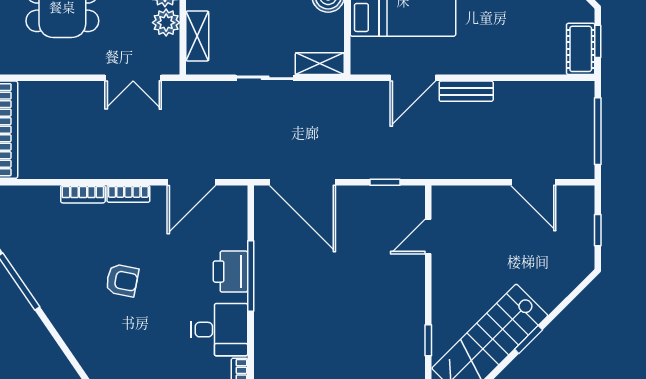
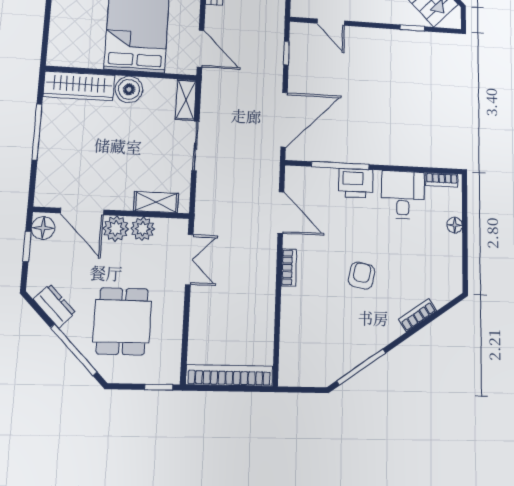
door: (413, 78) -> (201, 49), moved
bookcase: (83, 194) -> (417, 315), moved, turned -124
window: (251, 276) -> (340, 166), moved

